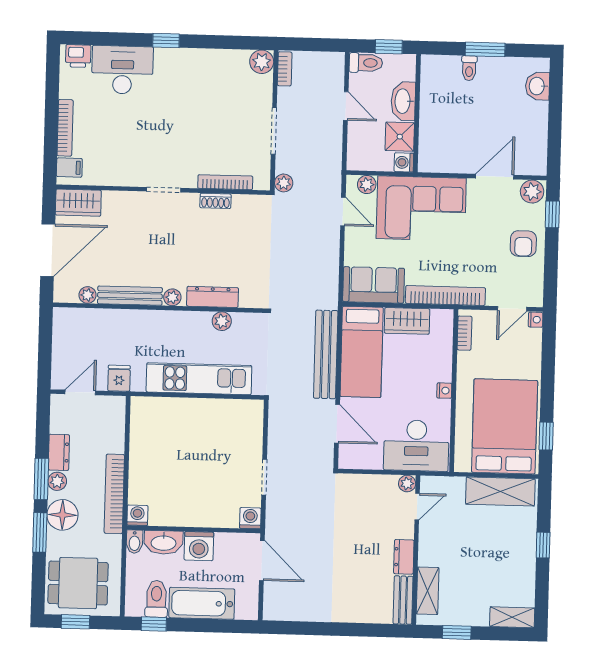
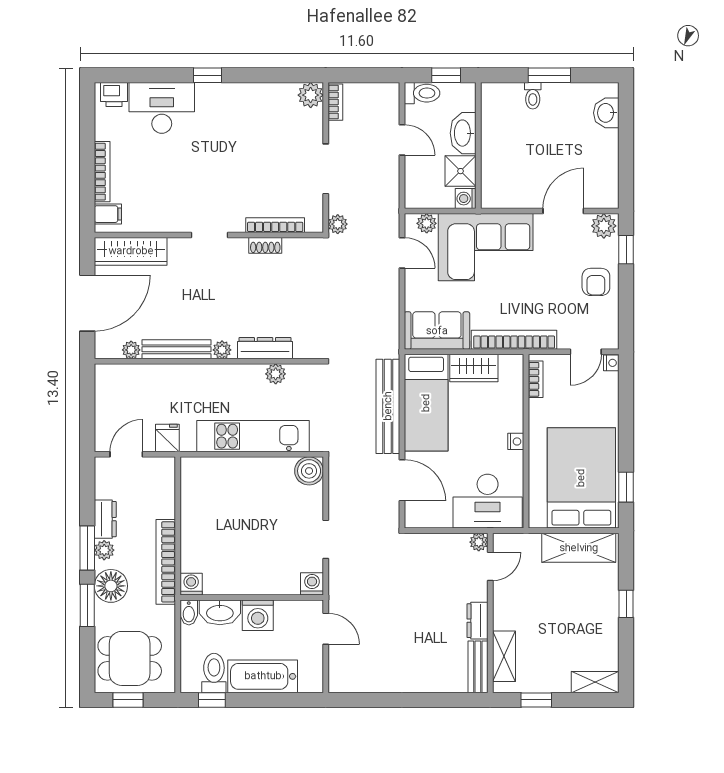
wardrobe: (78, 203) -> (131, 251), width x1.50
boiler: (250, 413) -> (309, 471), added
door: (262, 561) -> (326, 629), width x0.73

